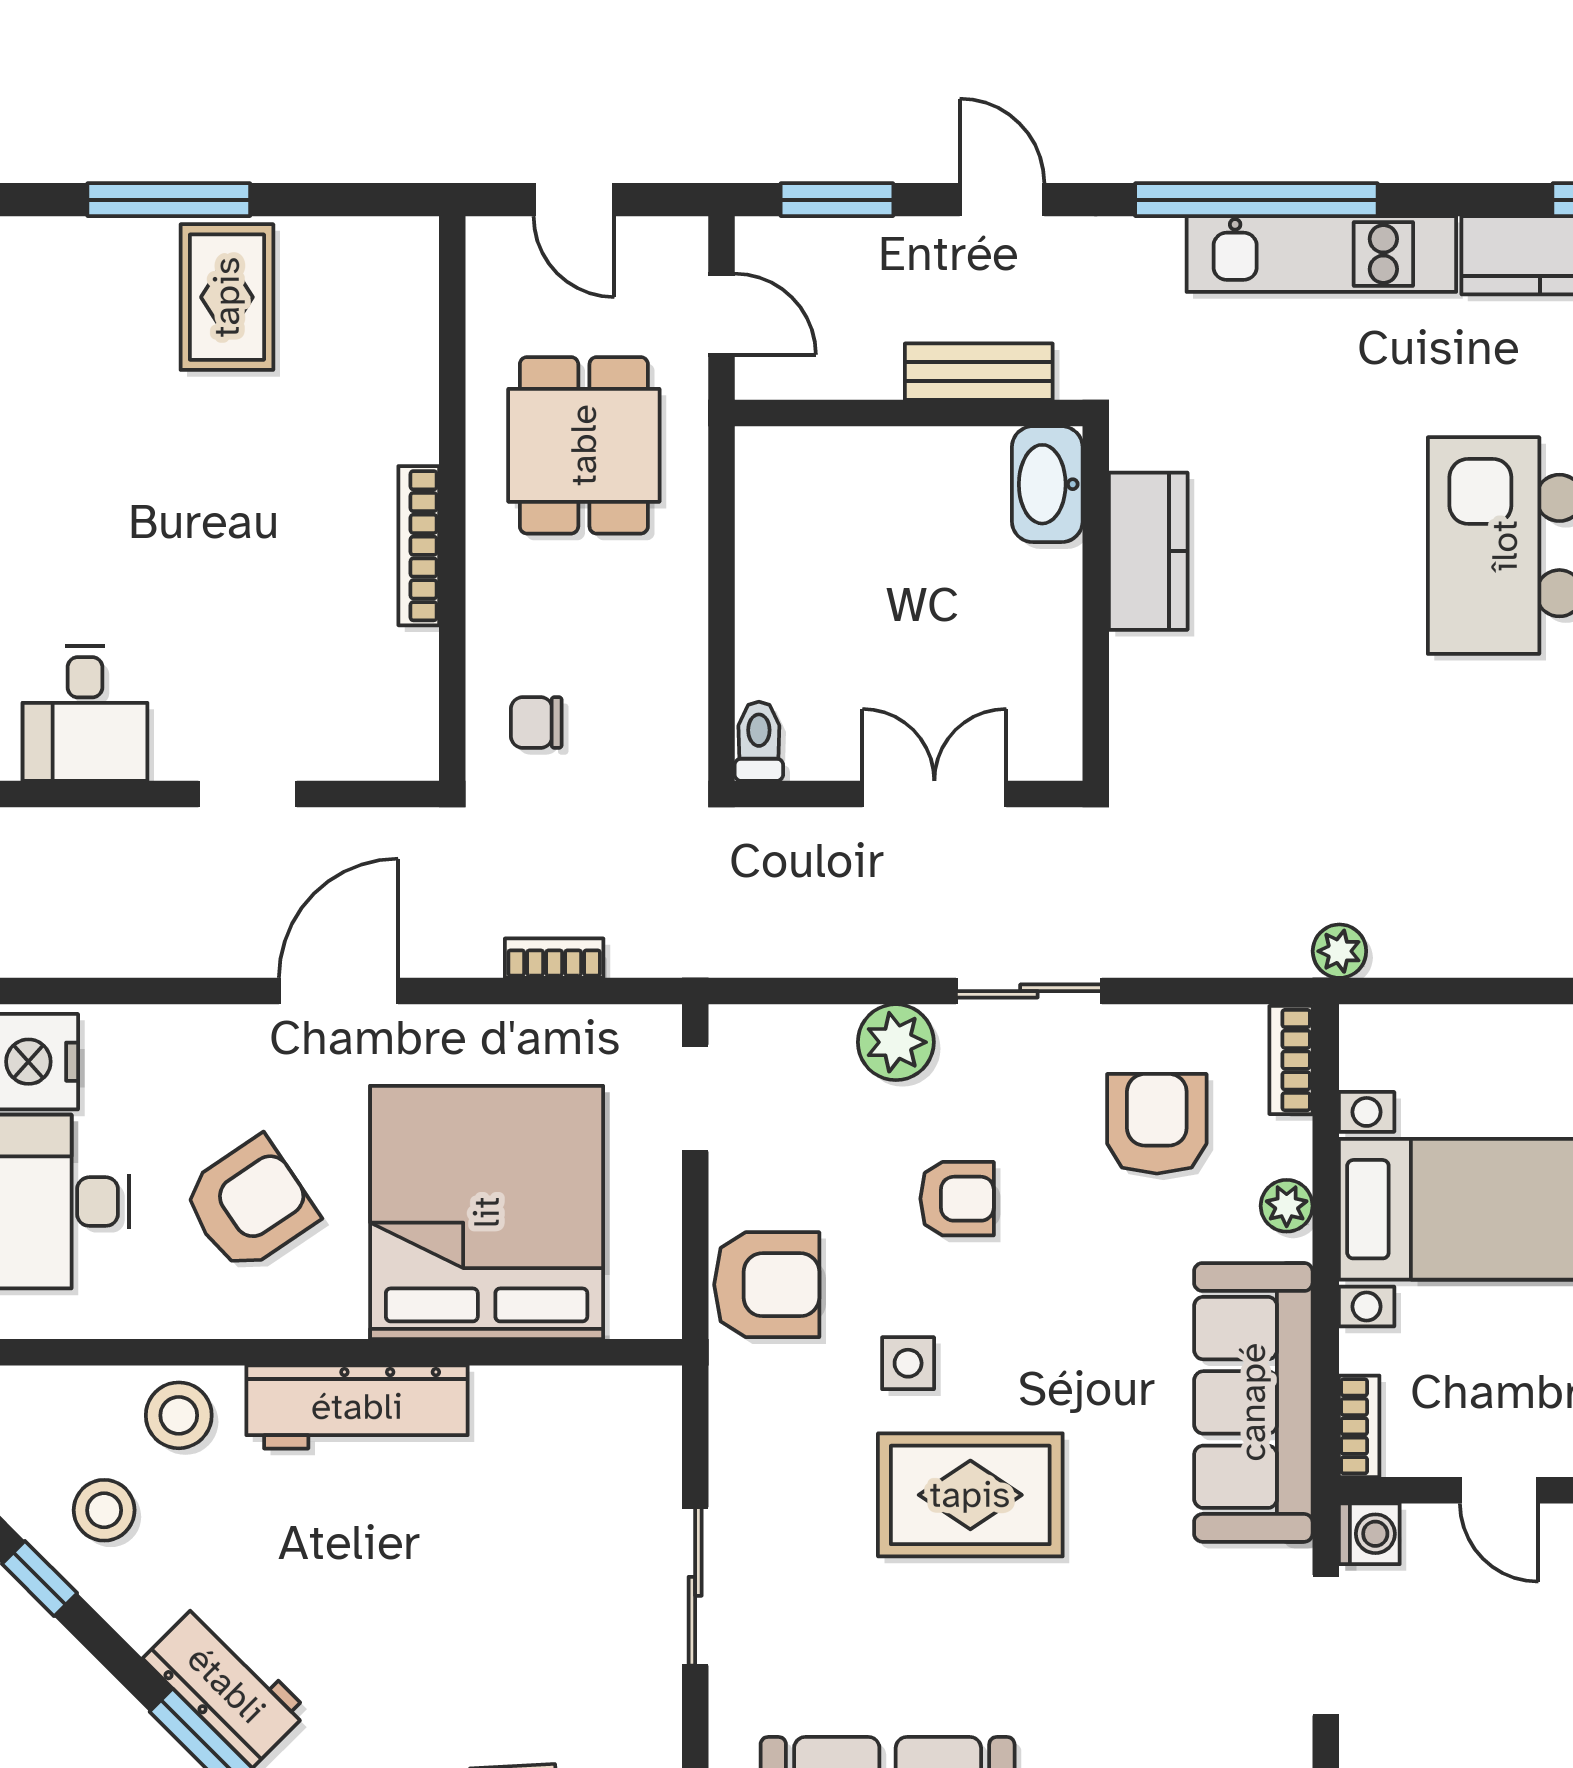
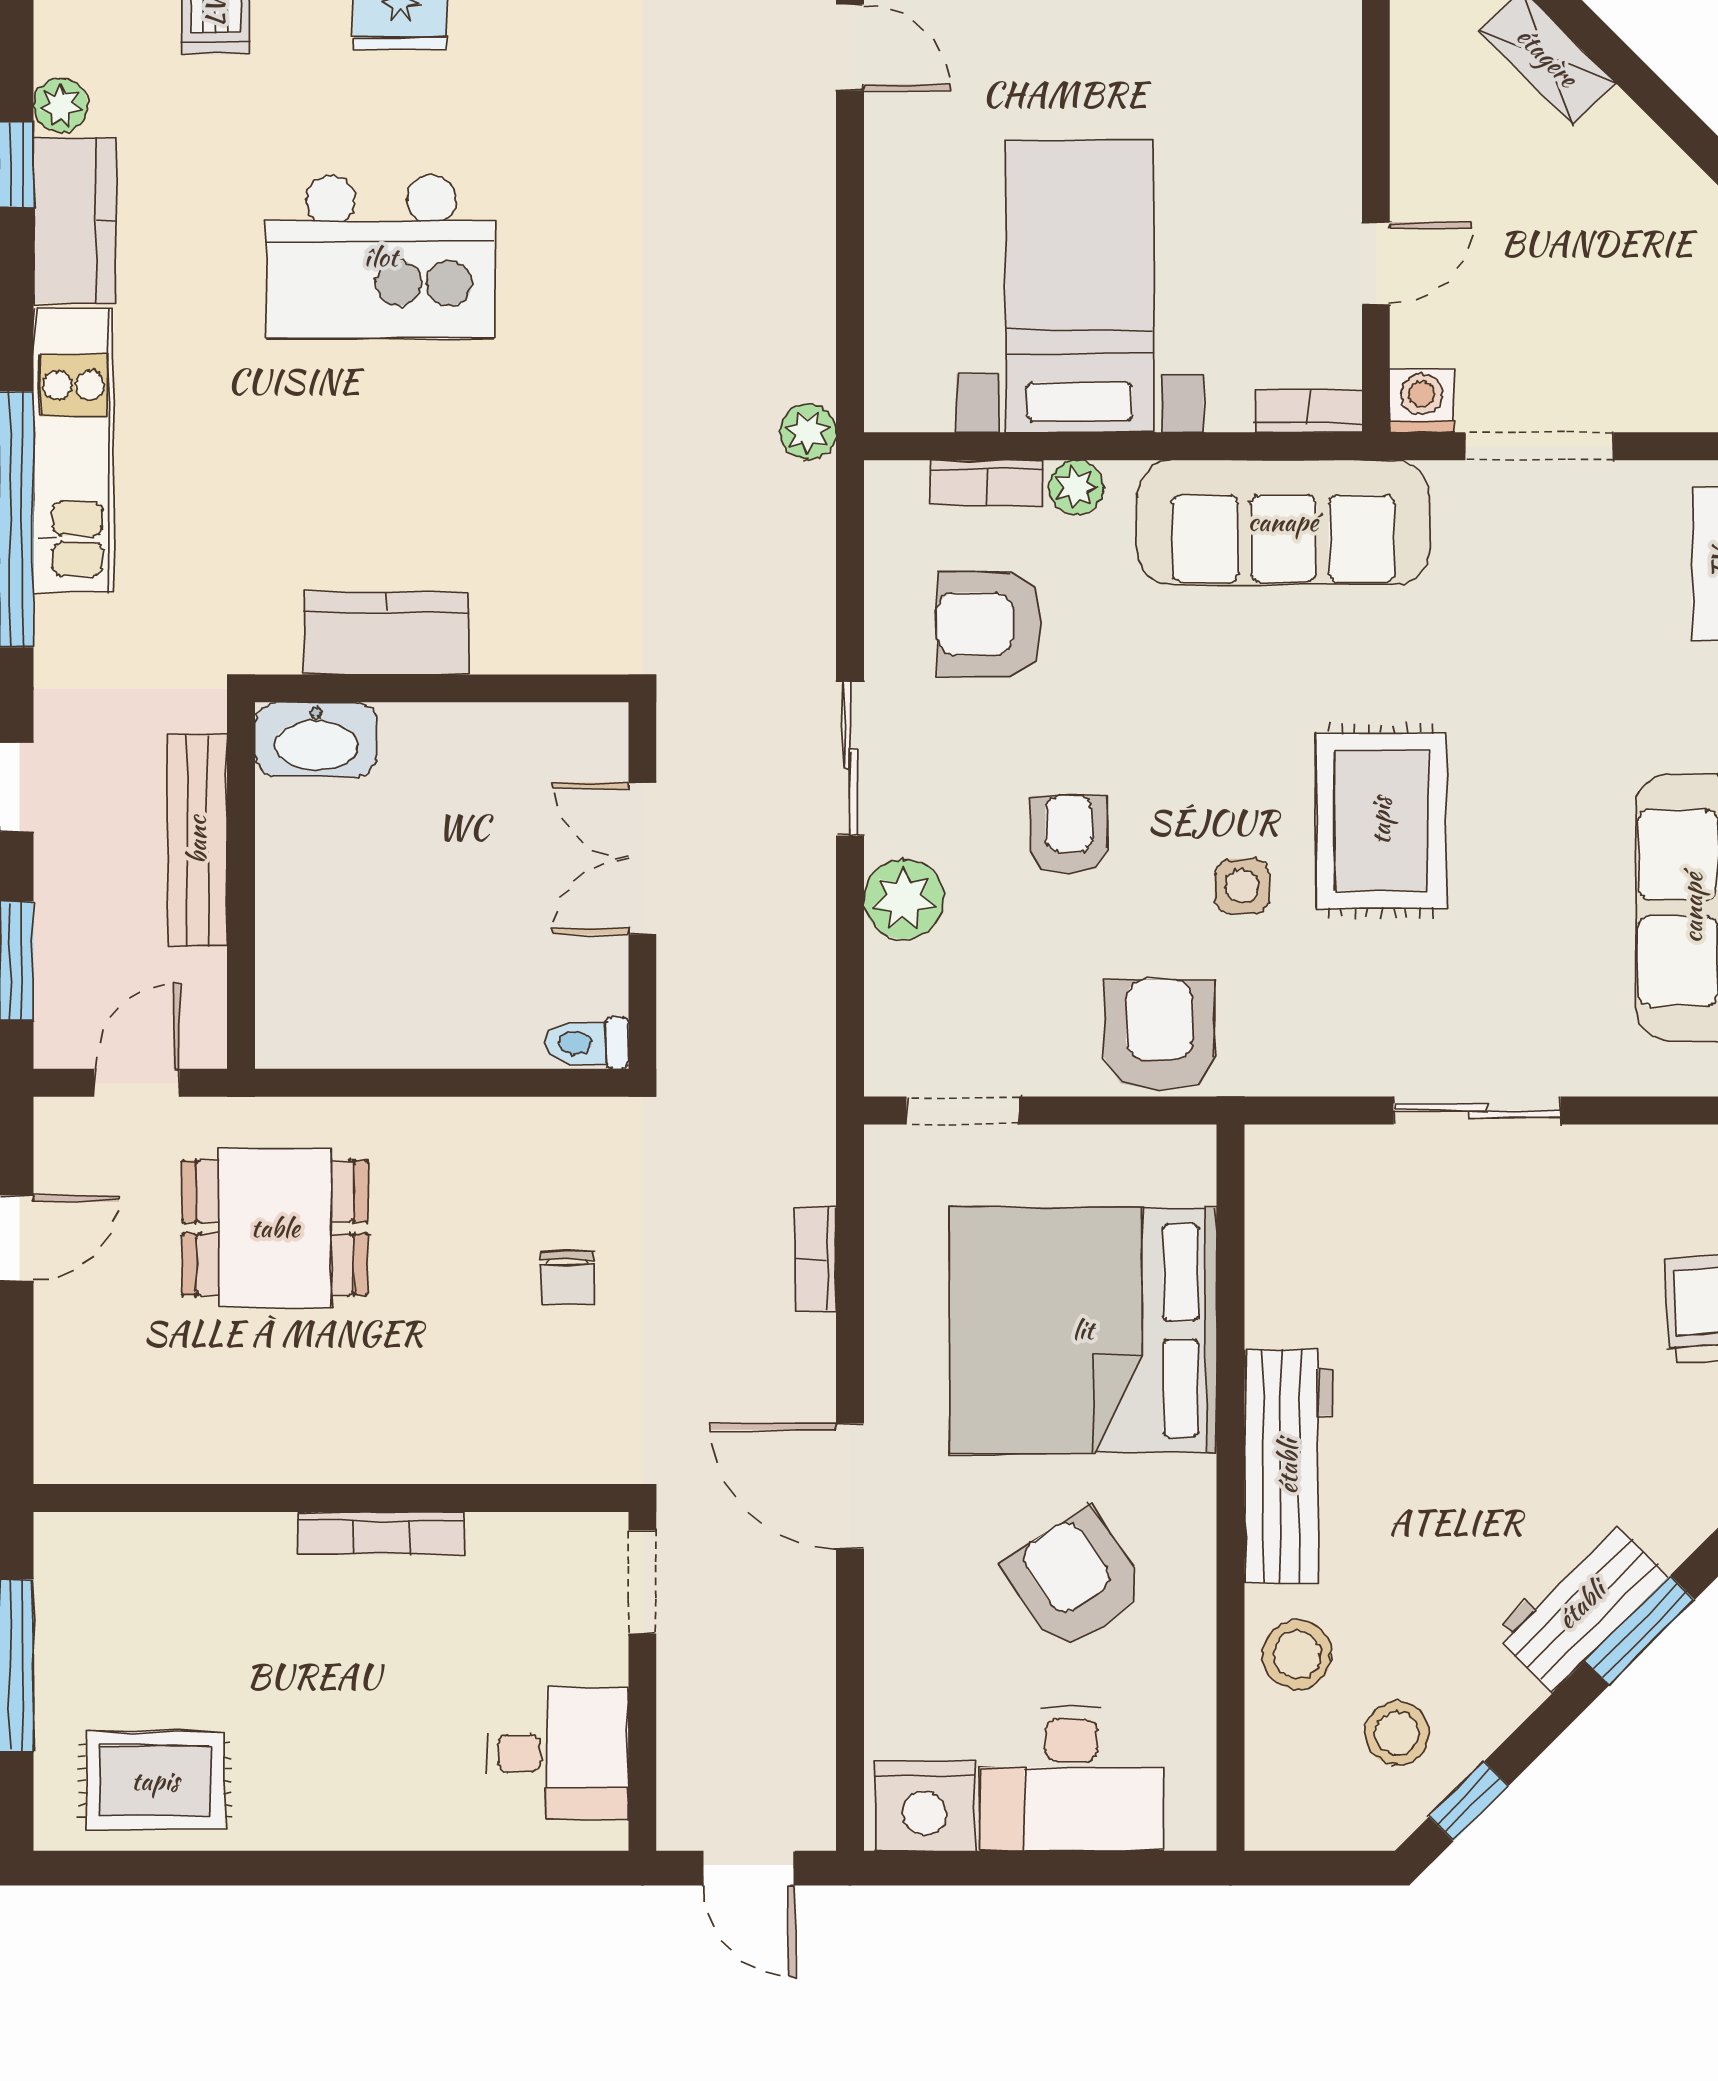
rug: (227, 297) -> (155, 1781), moved
bench: (979, 372) -> (197, 840), width x1.36
wall: (452, 498) -> (331, 1498), moved
bookcase: (419, 546) -> (381, 1533), moved
bookcase: (1291, 1060) -> (986, 483), moved

